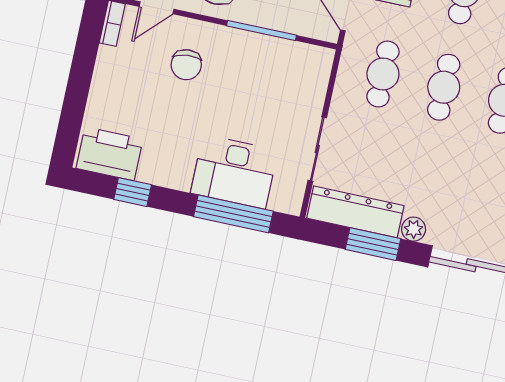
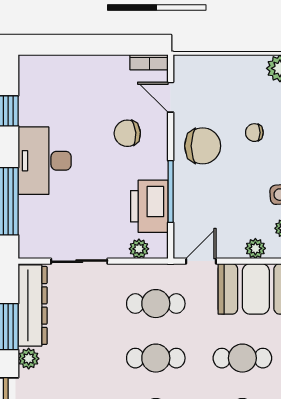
plant: (318, 80) -> (139, 249), added
printer: (110, 154) -> (149, 206), moved, turned 180
desk: (234, 172) -> (45, 161), moved

